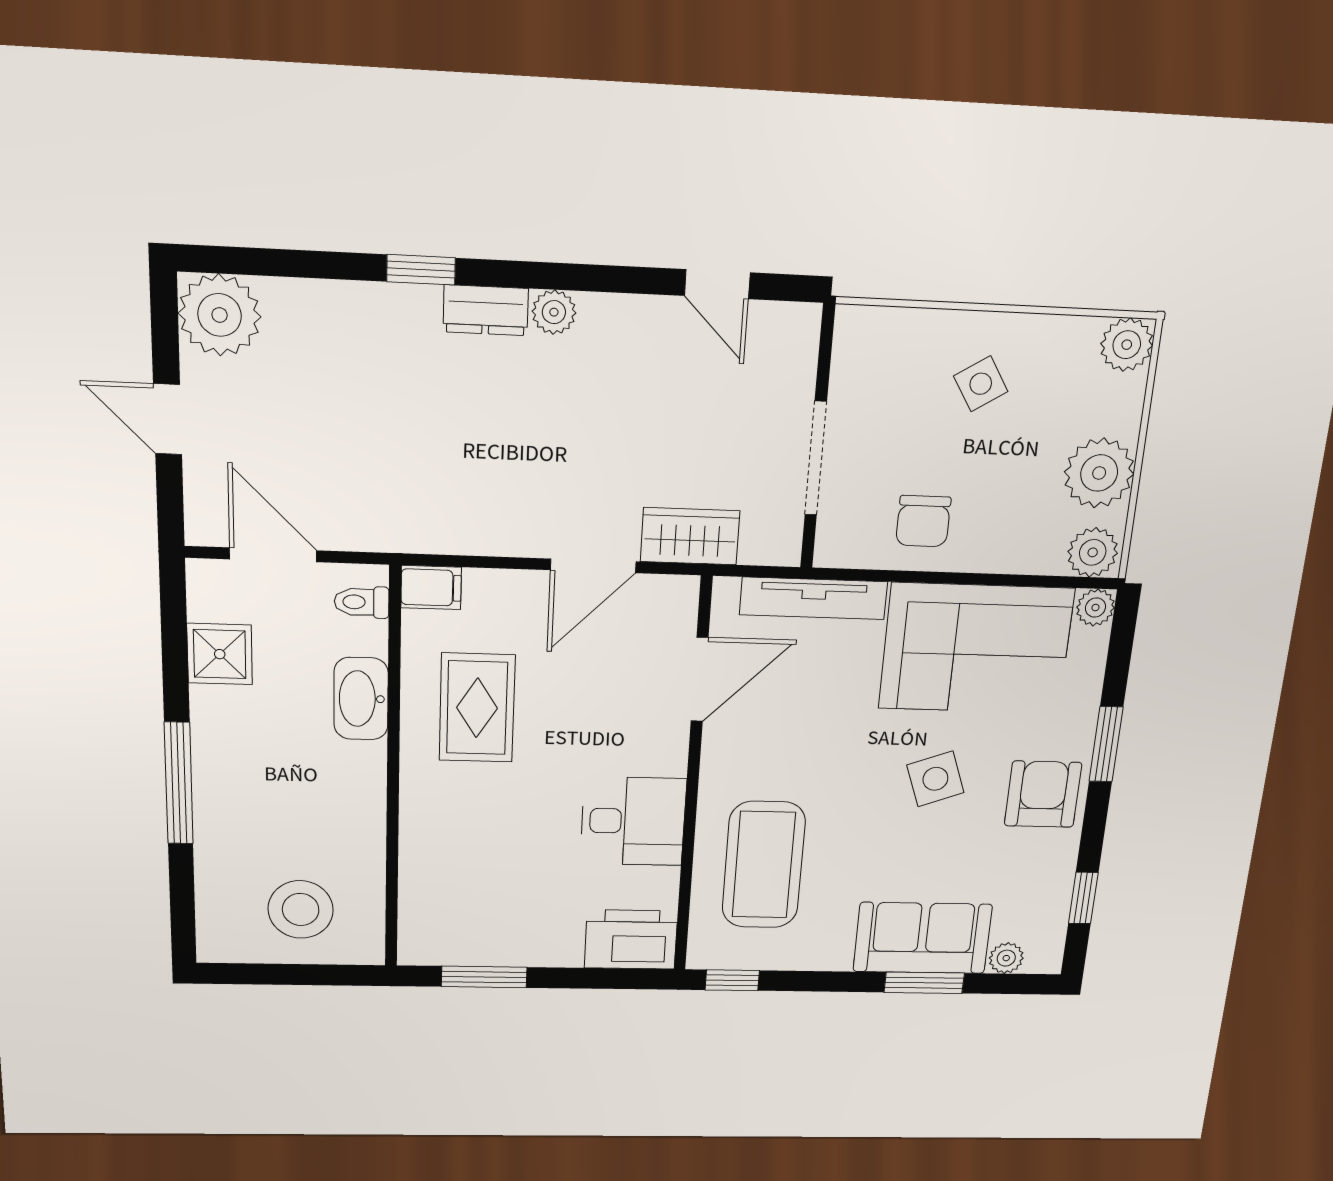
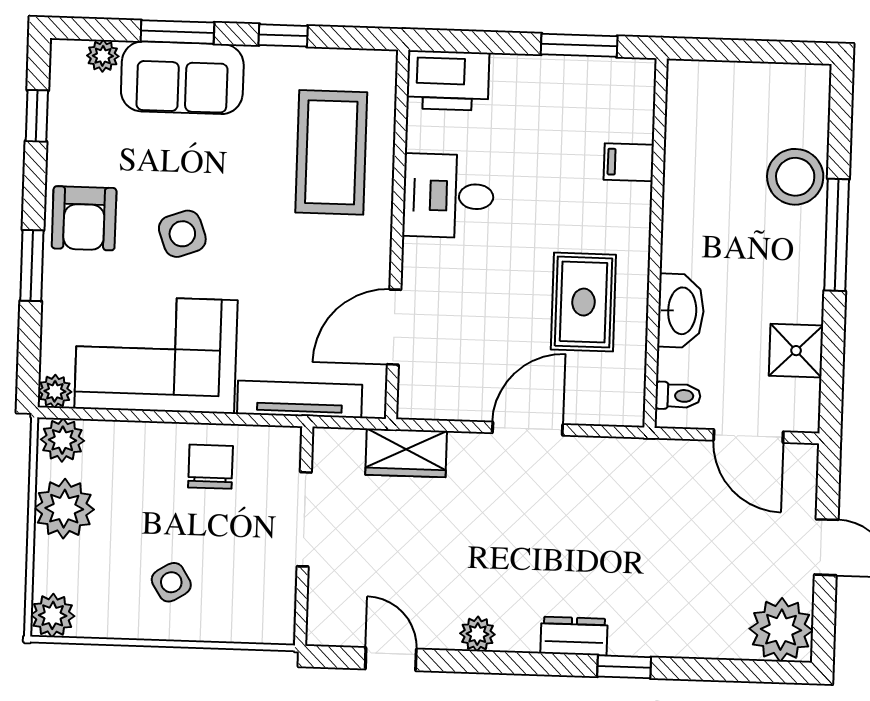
plant: (554, 312) -> (477, 634), moved
door: (593, 566) -> (528, 429), moved
filing cabinet: (431, 588) -> (629, 162), moved
stool: (301, 909) -> (795, 177), moved
window: (732, 980) -> (283, 35), moved

